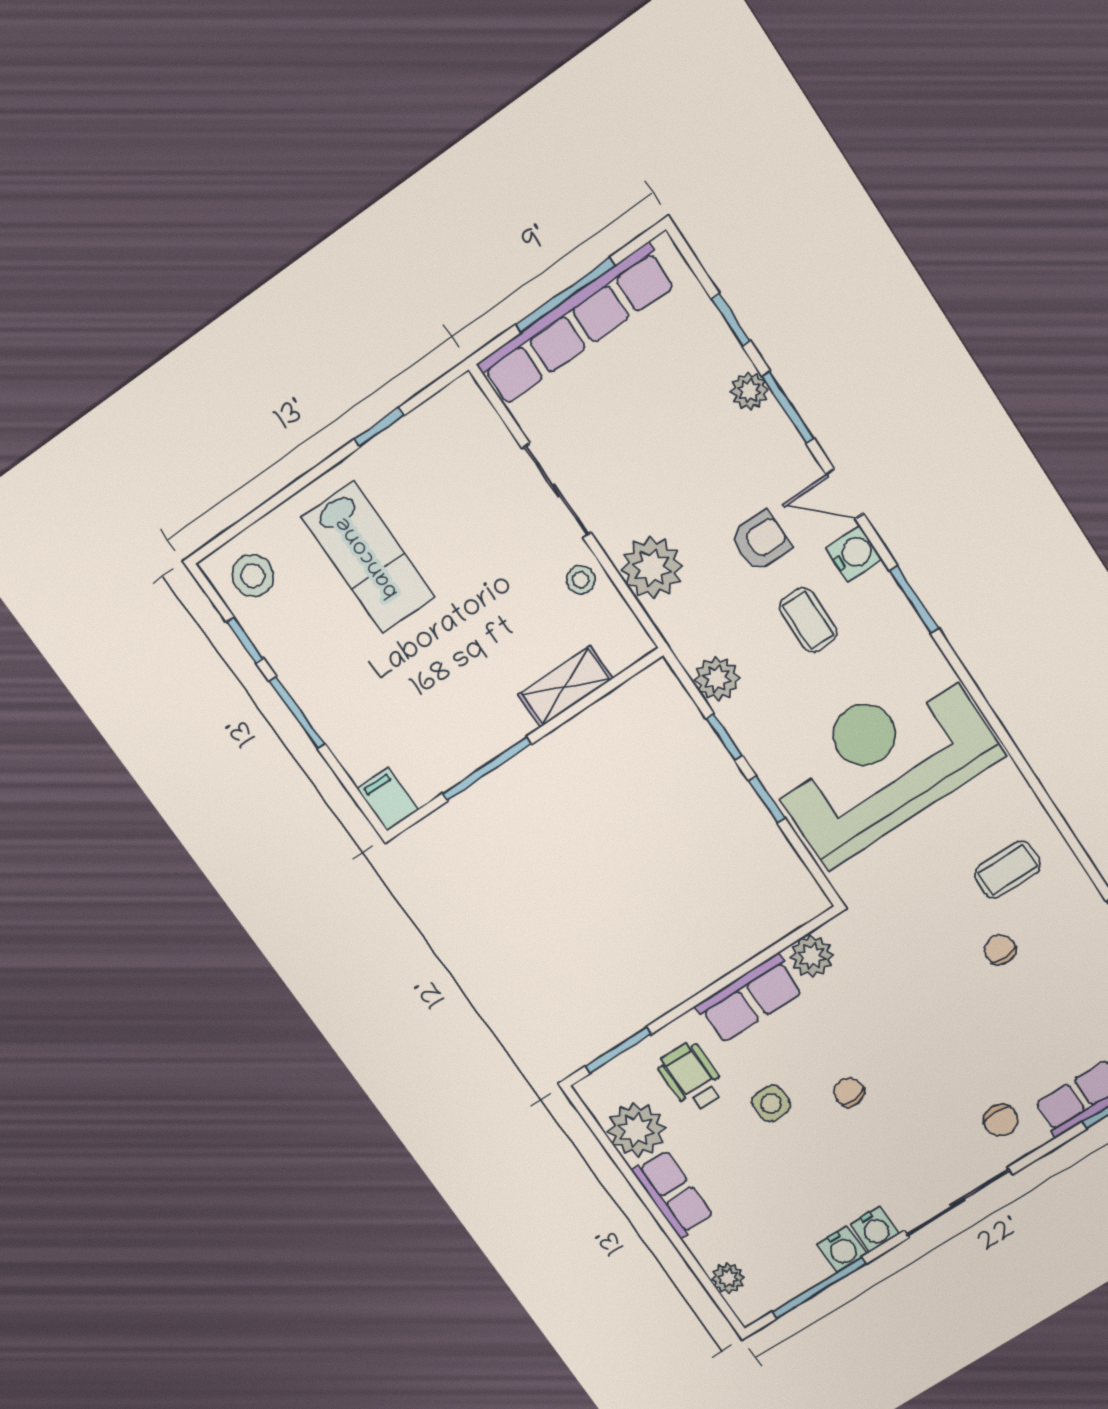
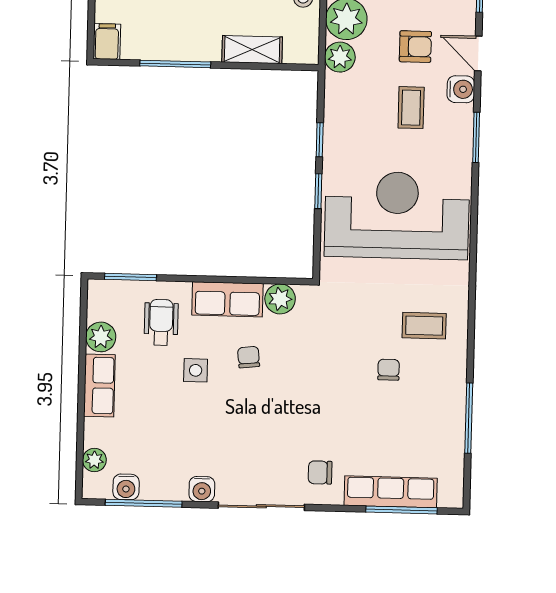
plant: (717, 679) -> (340, 57), moved
chair: (849, 1092) -> (249, 357), moved
chair: (1001, 1120) -> (320, 472), turned 90
plant: (636, 1130) -> (101, 337), width x0.73, depth x0.73
water cooler: (842, 1249) -> (126, 487), moved

